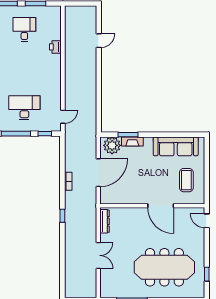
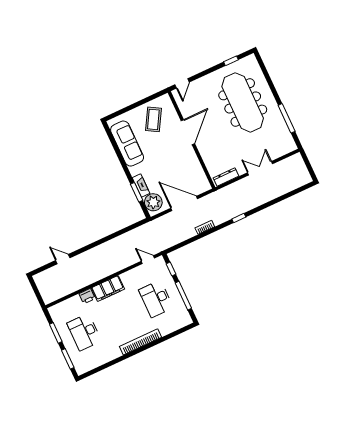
desk: (24, 29) -> (84, 332), width x1.37
filing cabinet: (54, 69) -> (108, 288), added
coffee table: (186, 180) -> (153, 119), turned -60

